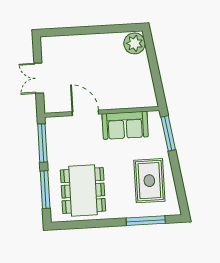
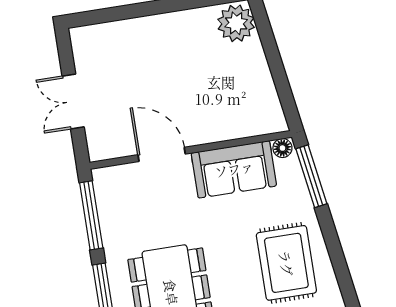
floor lamp: (154, 116) -> (282, 148), added

